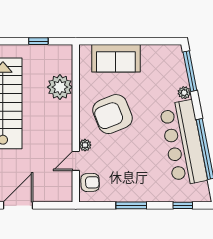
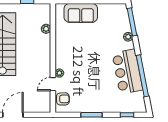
plant: (60, 87) -> (46, 29), width x0.53, depth x0.53
armchair: (113, 114) -> (78, 52), removed
bar counter: (183, 143) -> (127, 72), width x0.73

